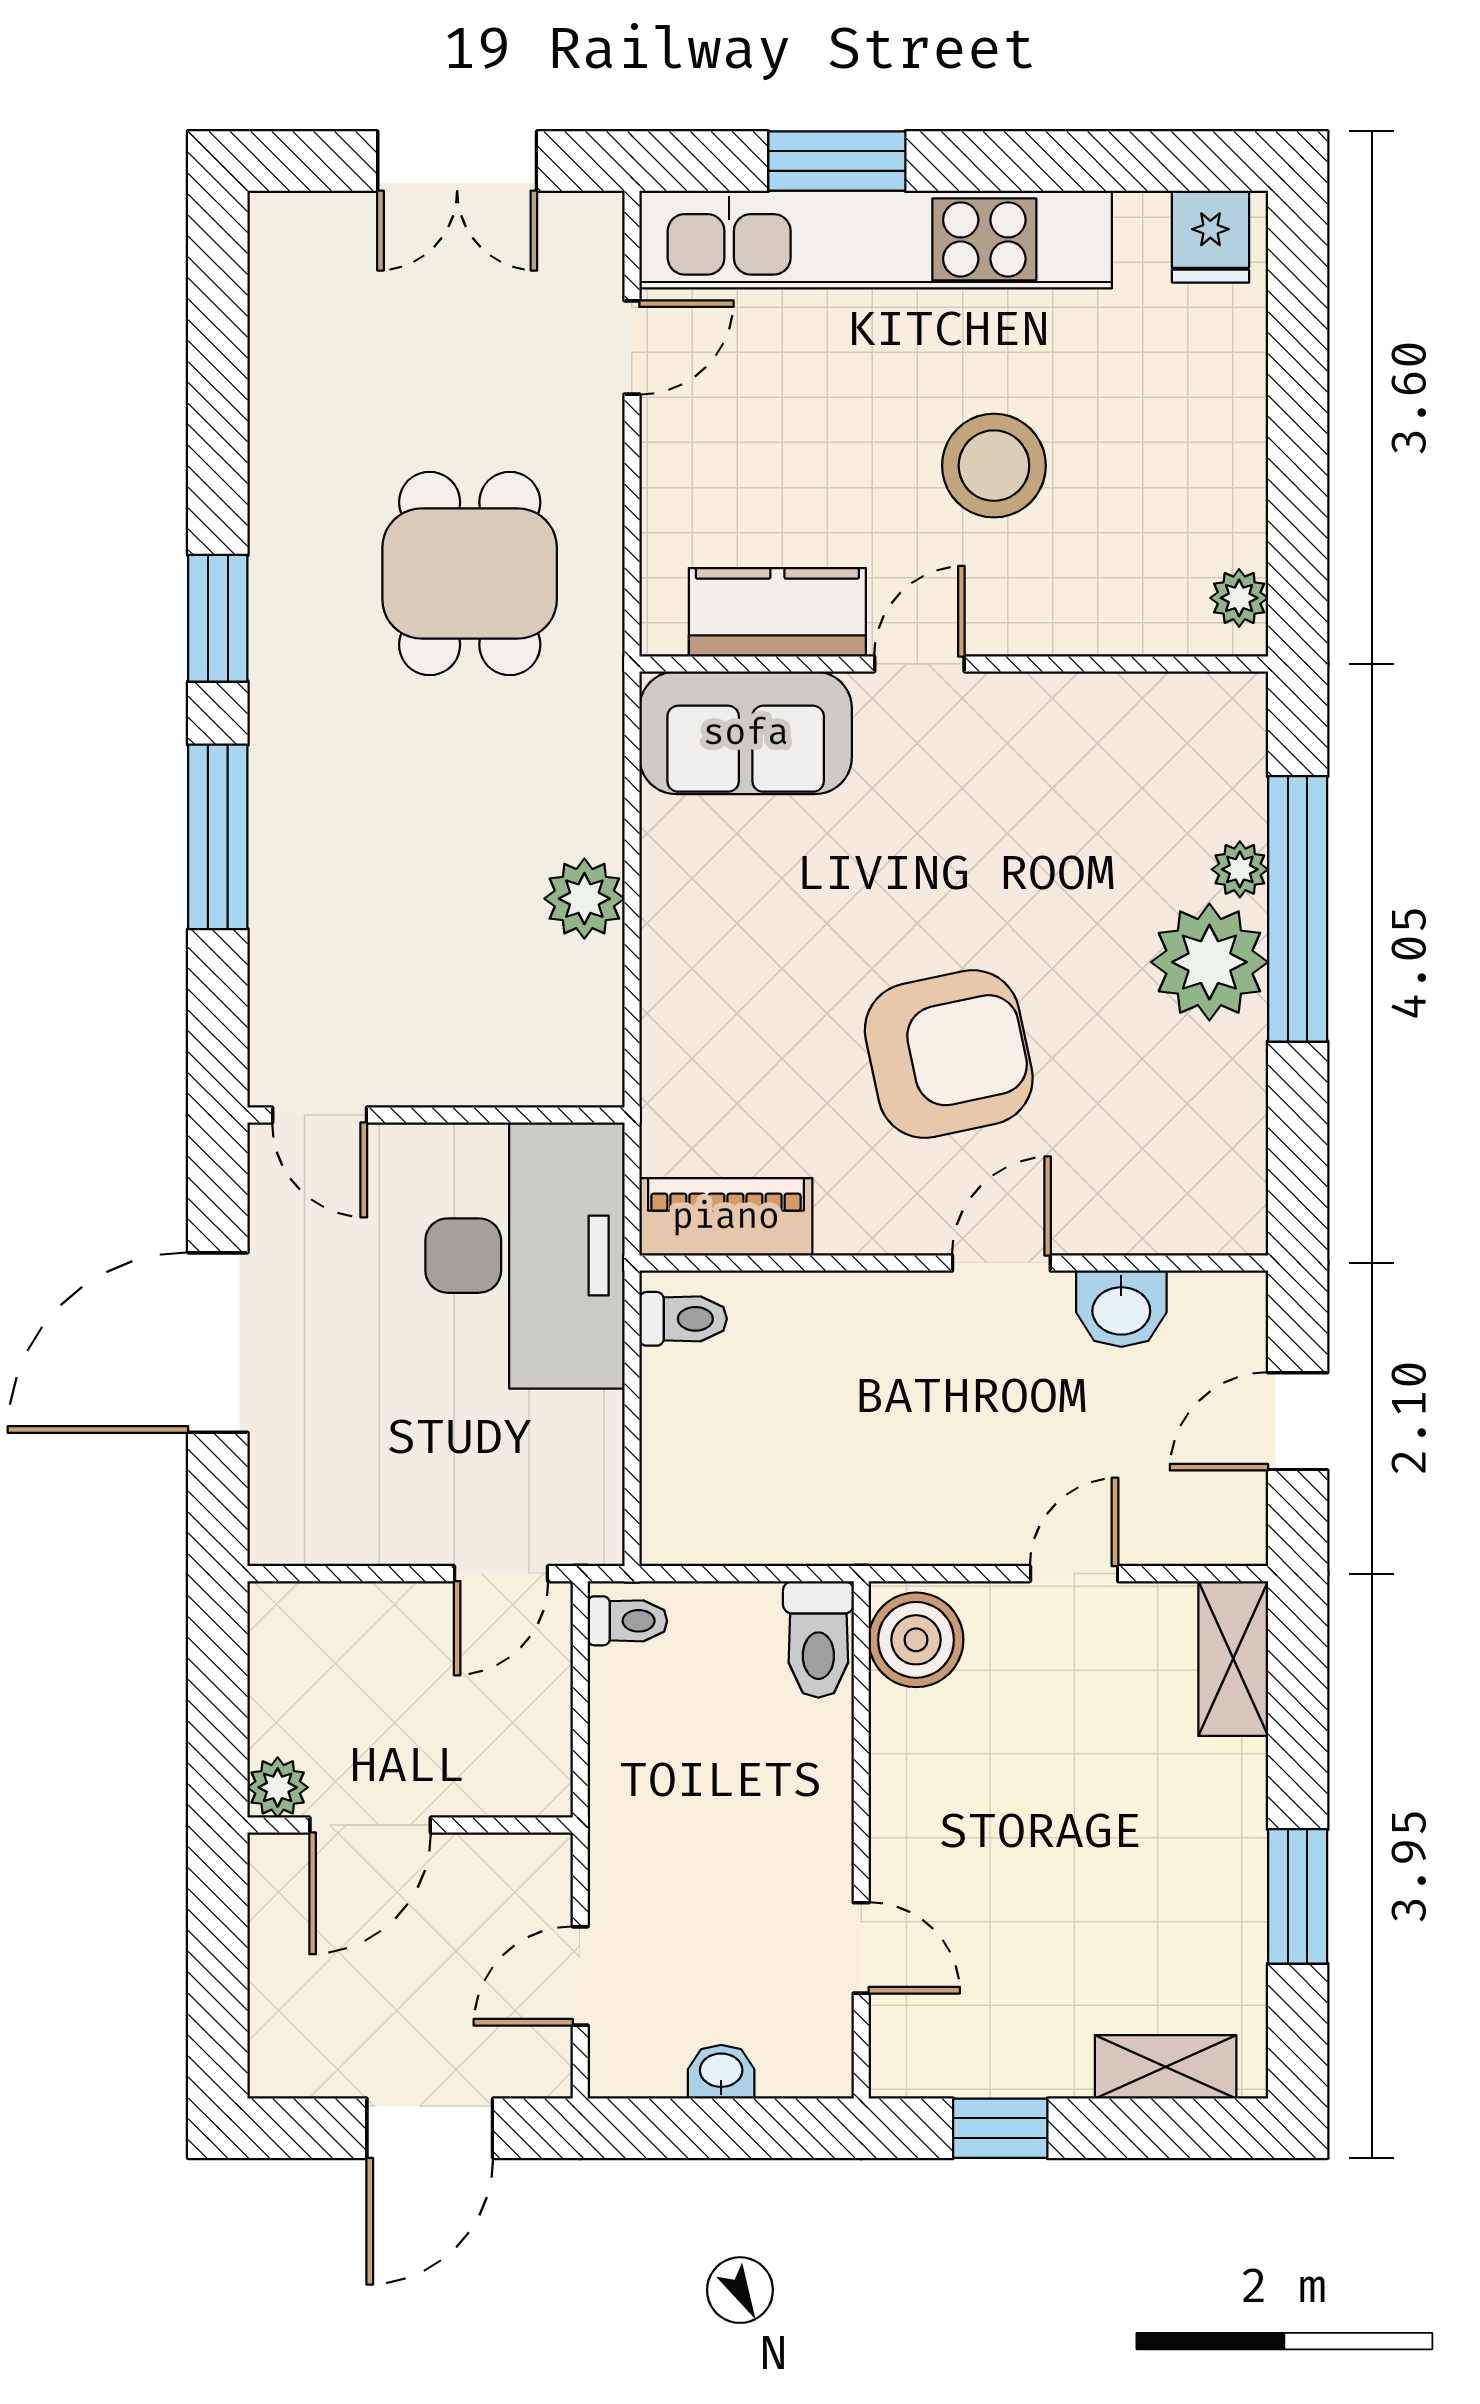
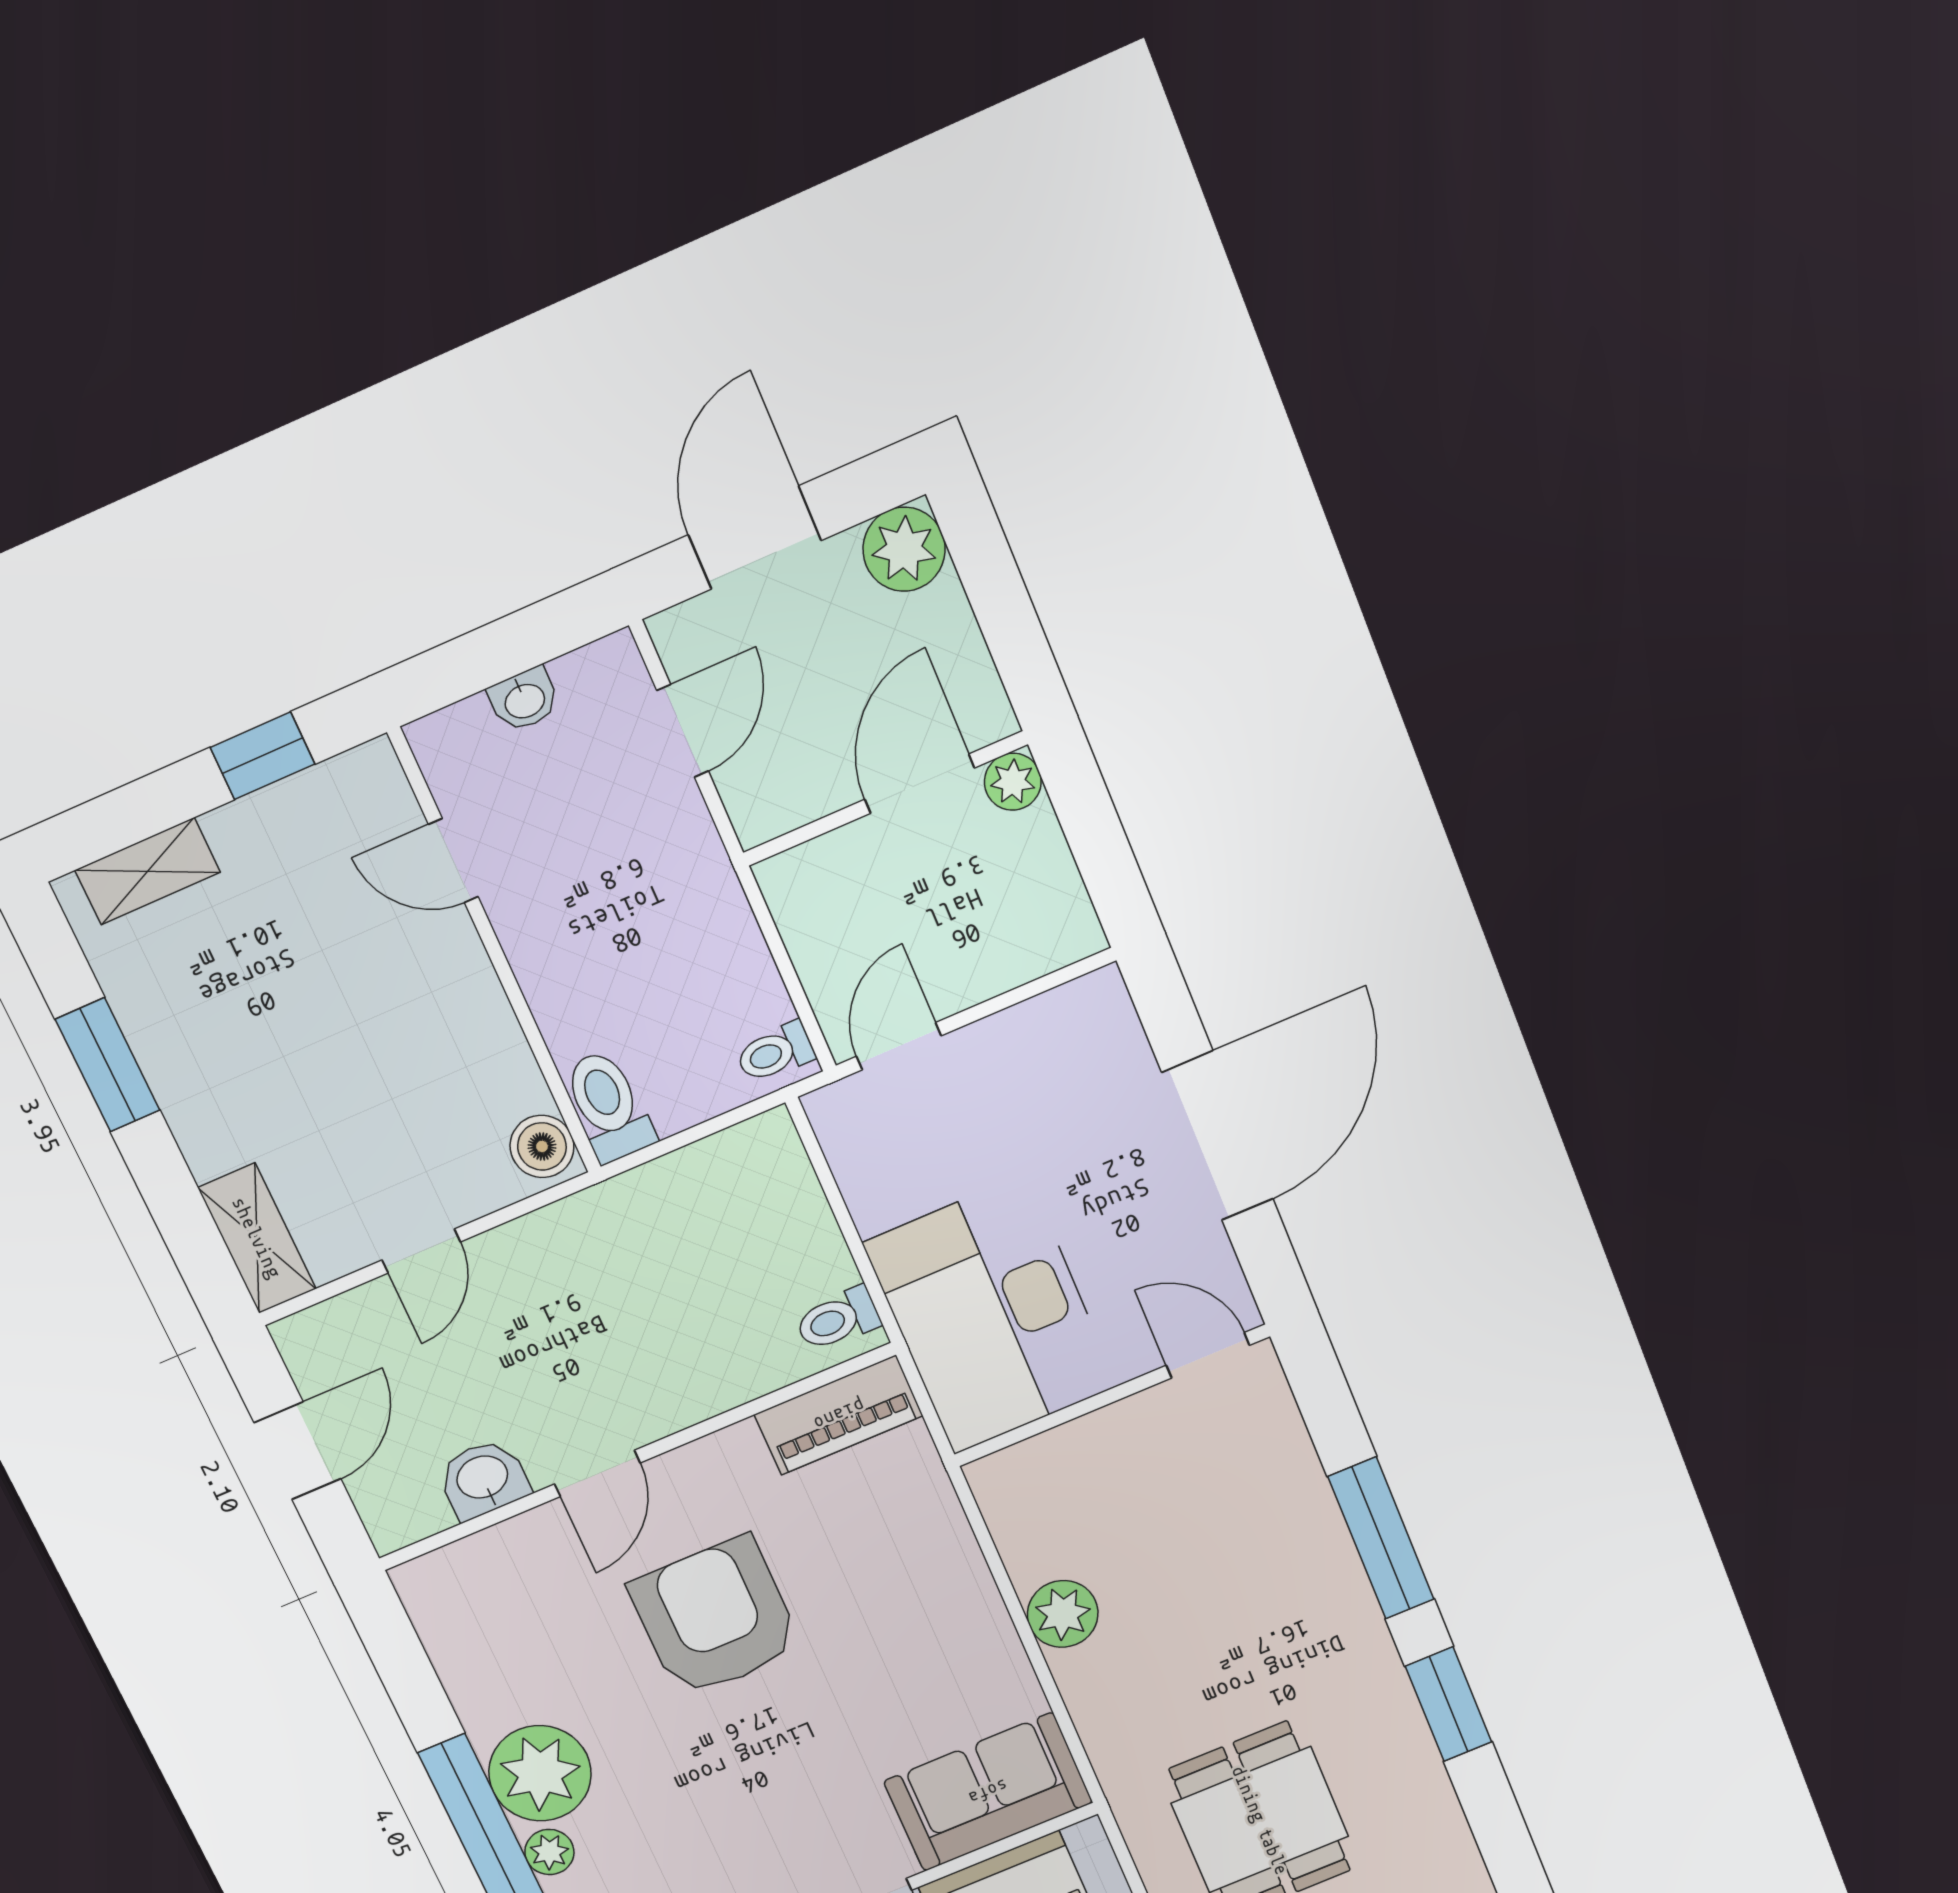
armchair: (949, 1054) -> (715, 1617), turned 102
boiler: (916, 1640) -> (542, 1146), width x0.73, depth x0.73
plant: (290, 2056) -> (904, 549), added

